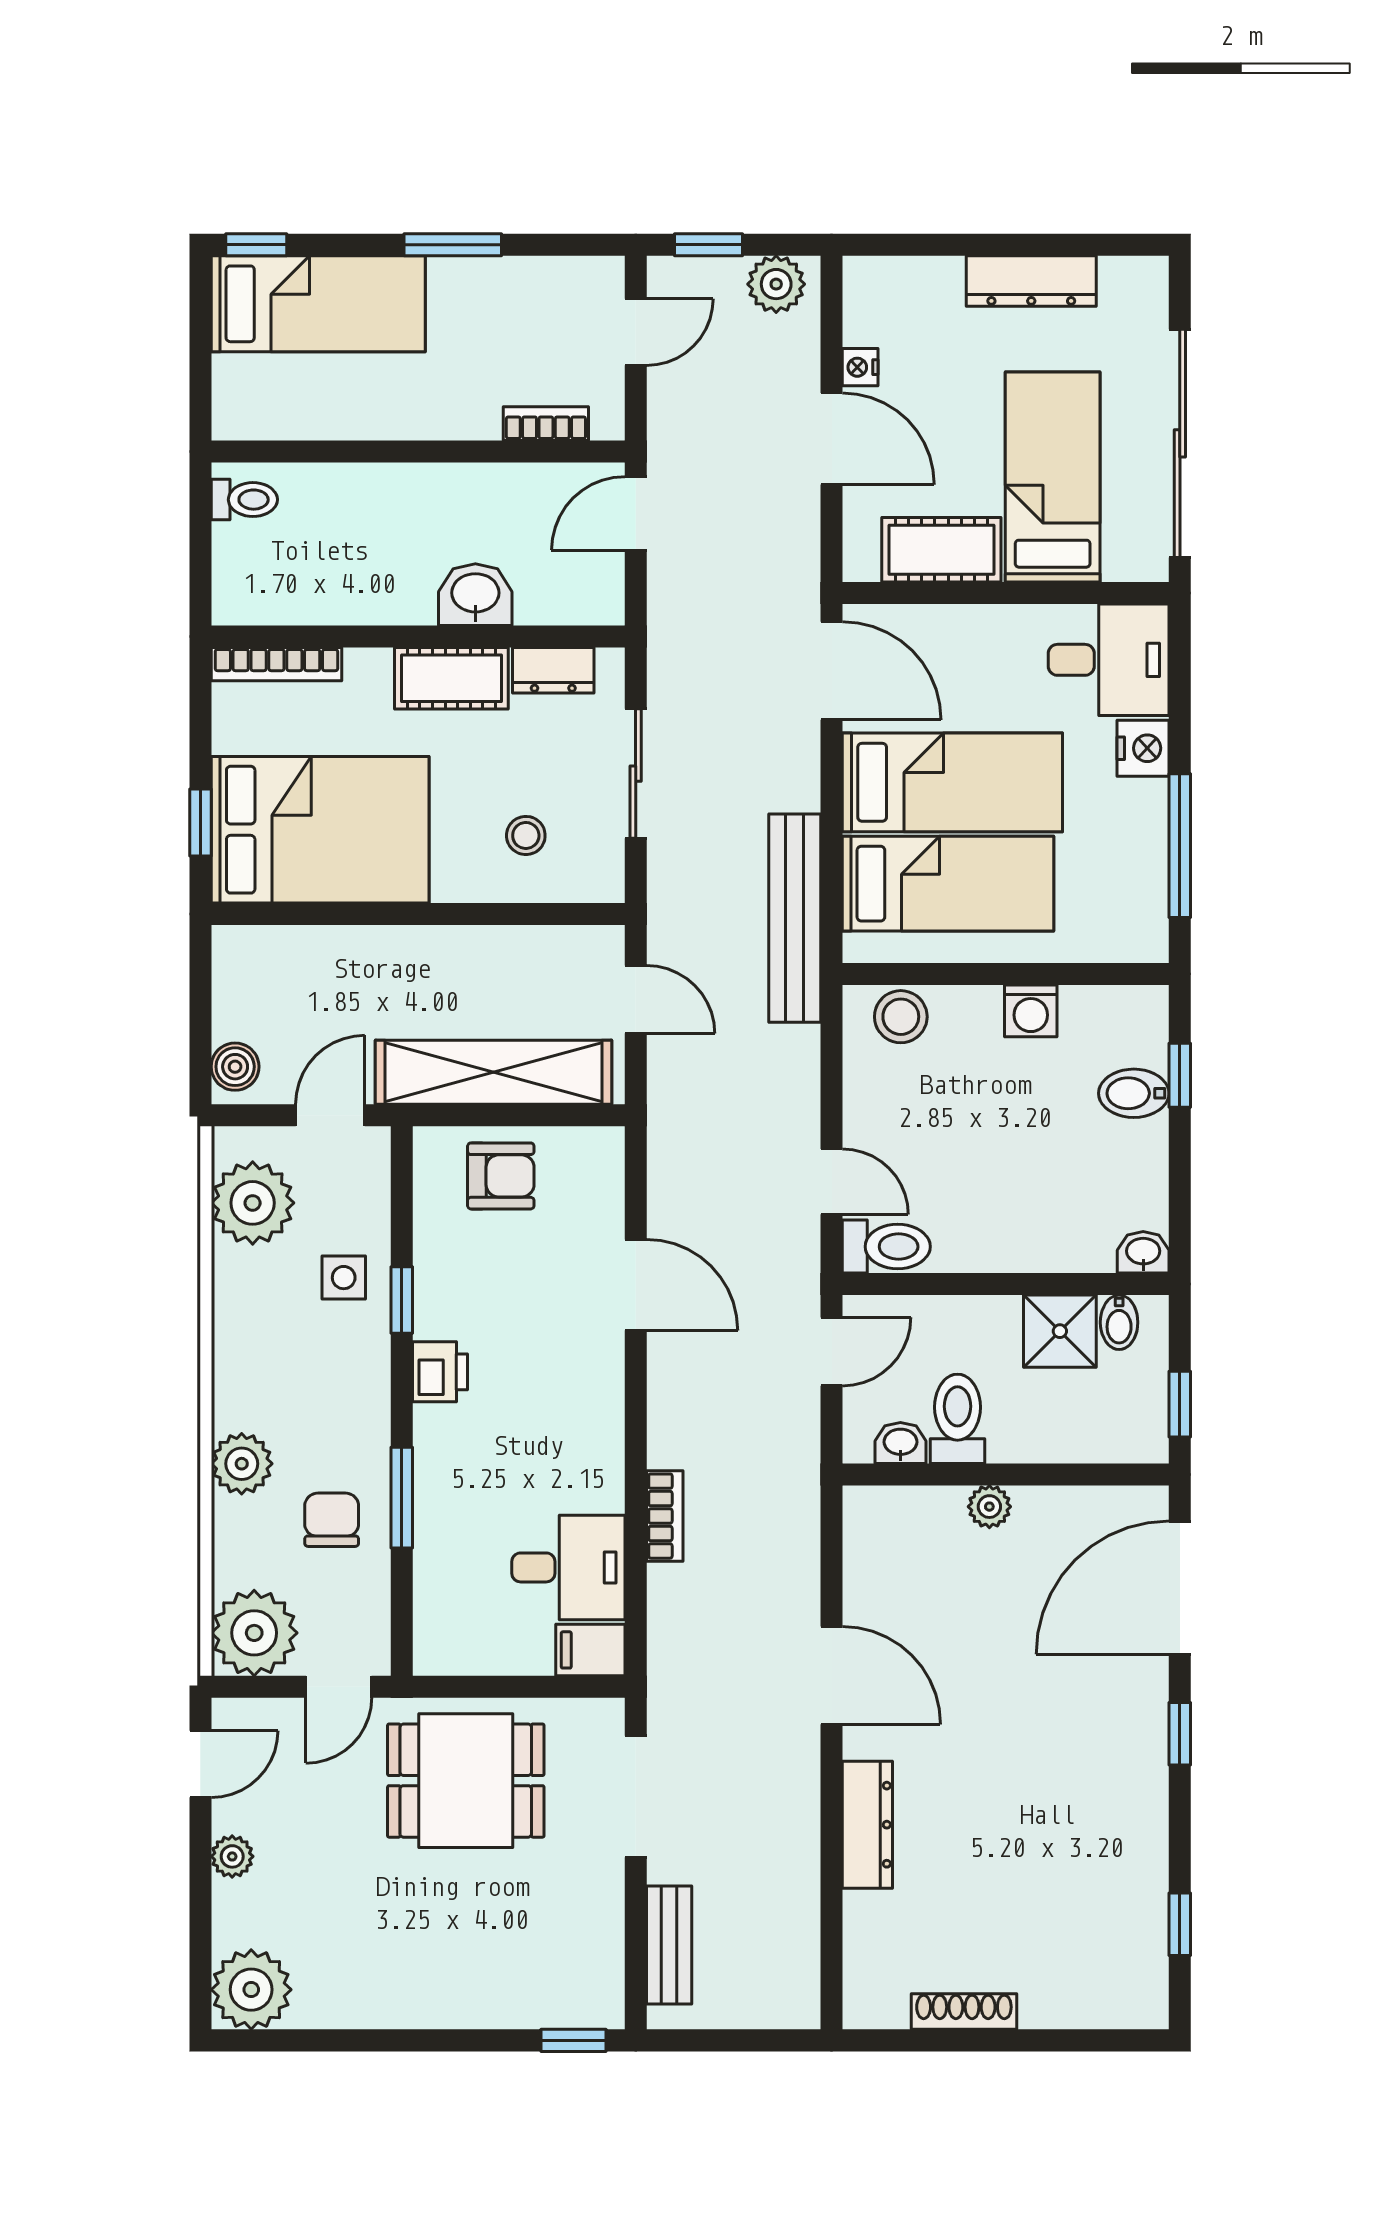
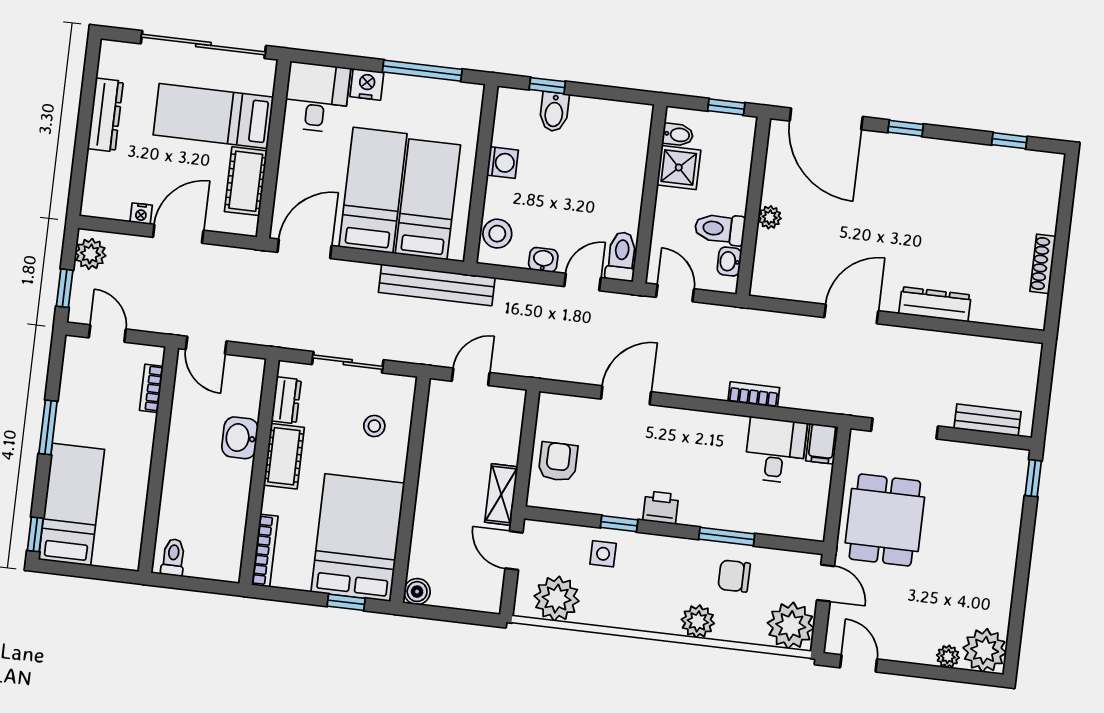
boiler: (235, 1067) -> (417, 592), moved
shelving: (494, 1072) -> (501, 494), width x0.45, depth x0.75
washbasin: (1143, 1252) -> (543, 260), moved, turned 90
plant: (232, 1856) -> (948, 656), moved

